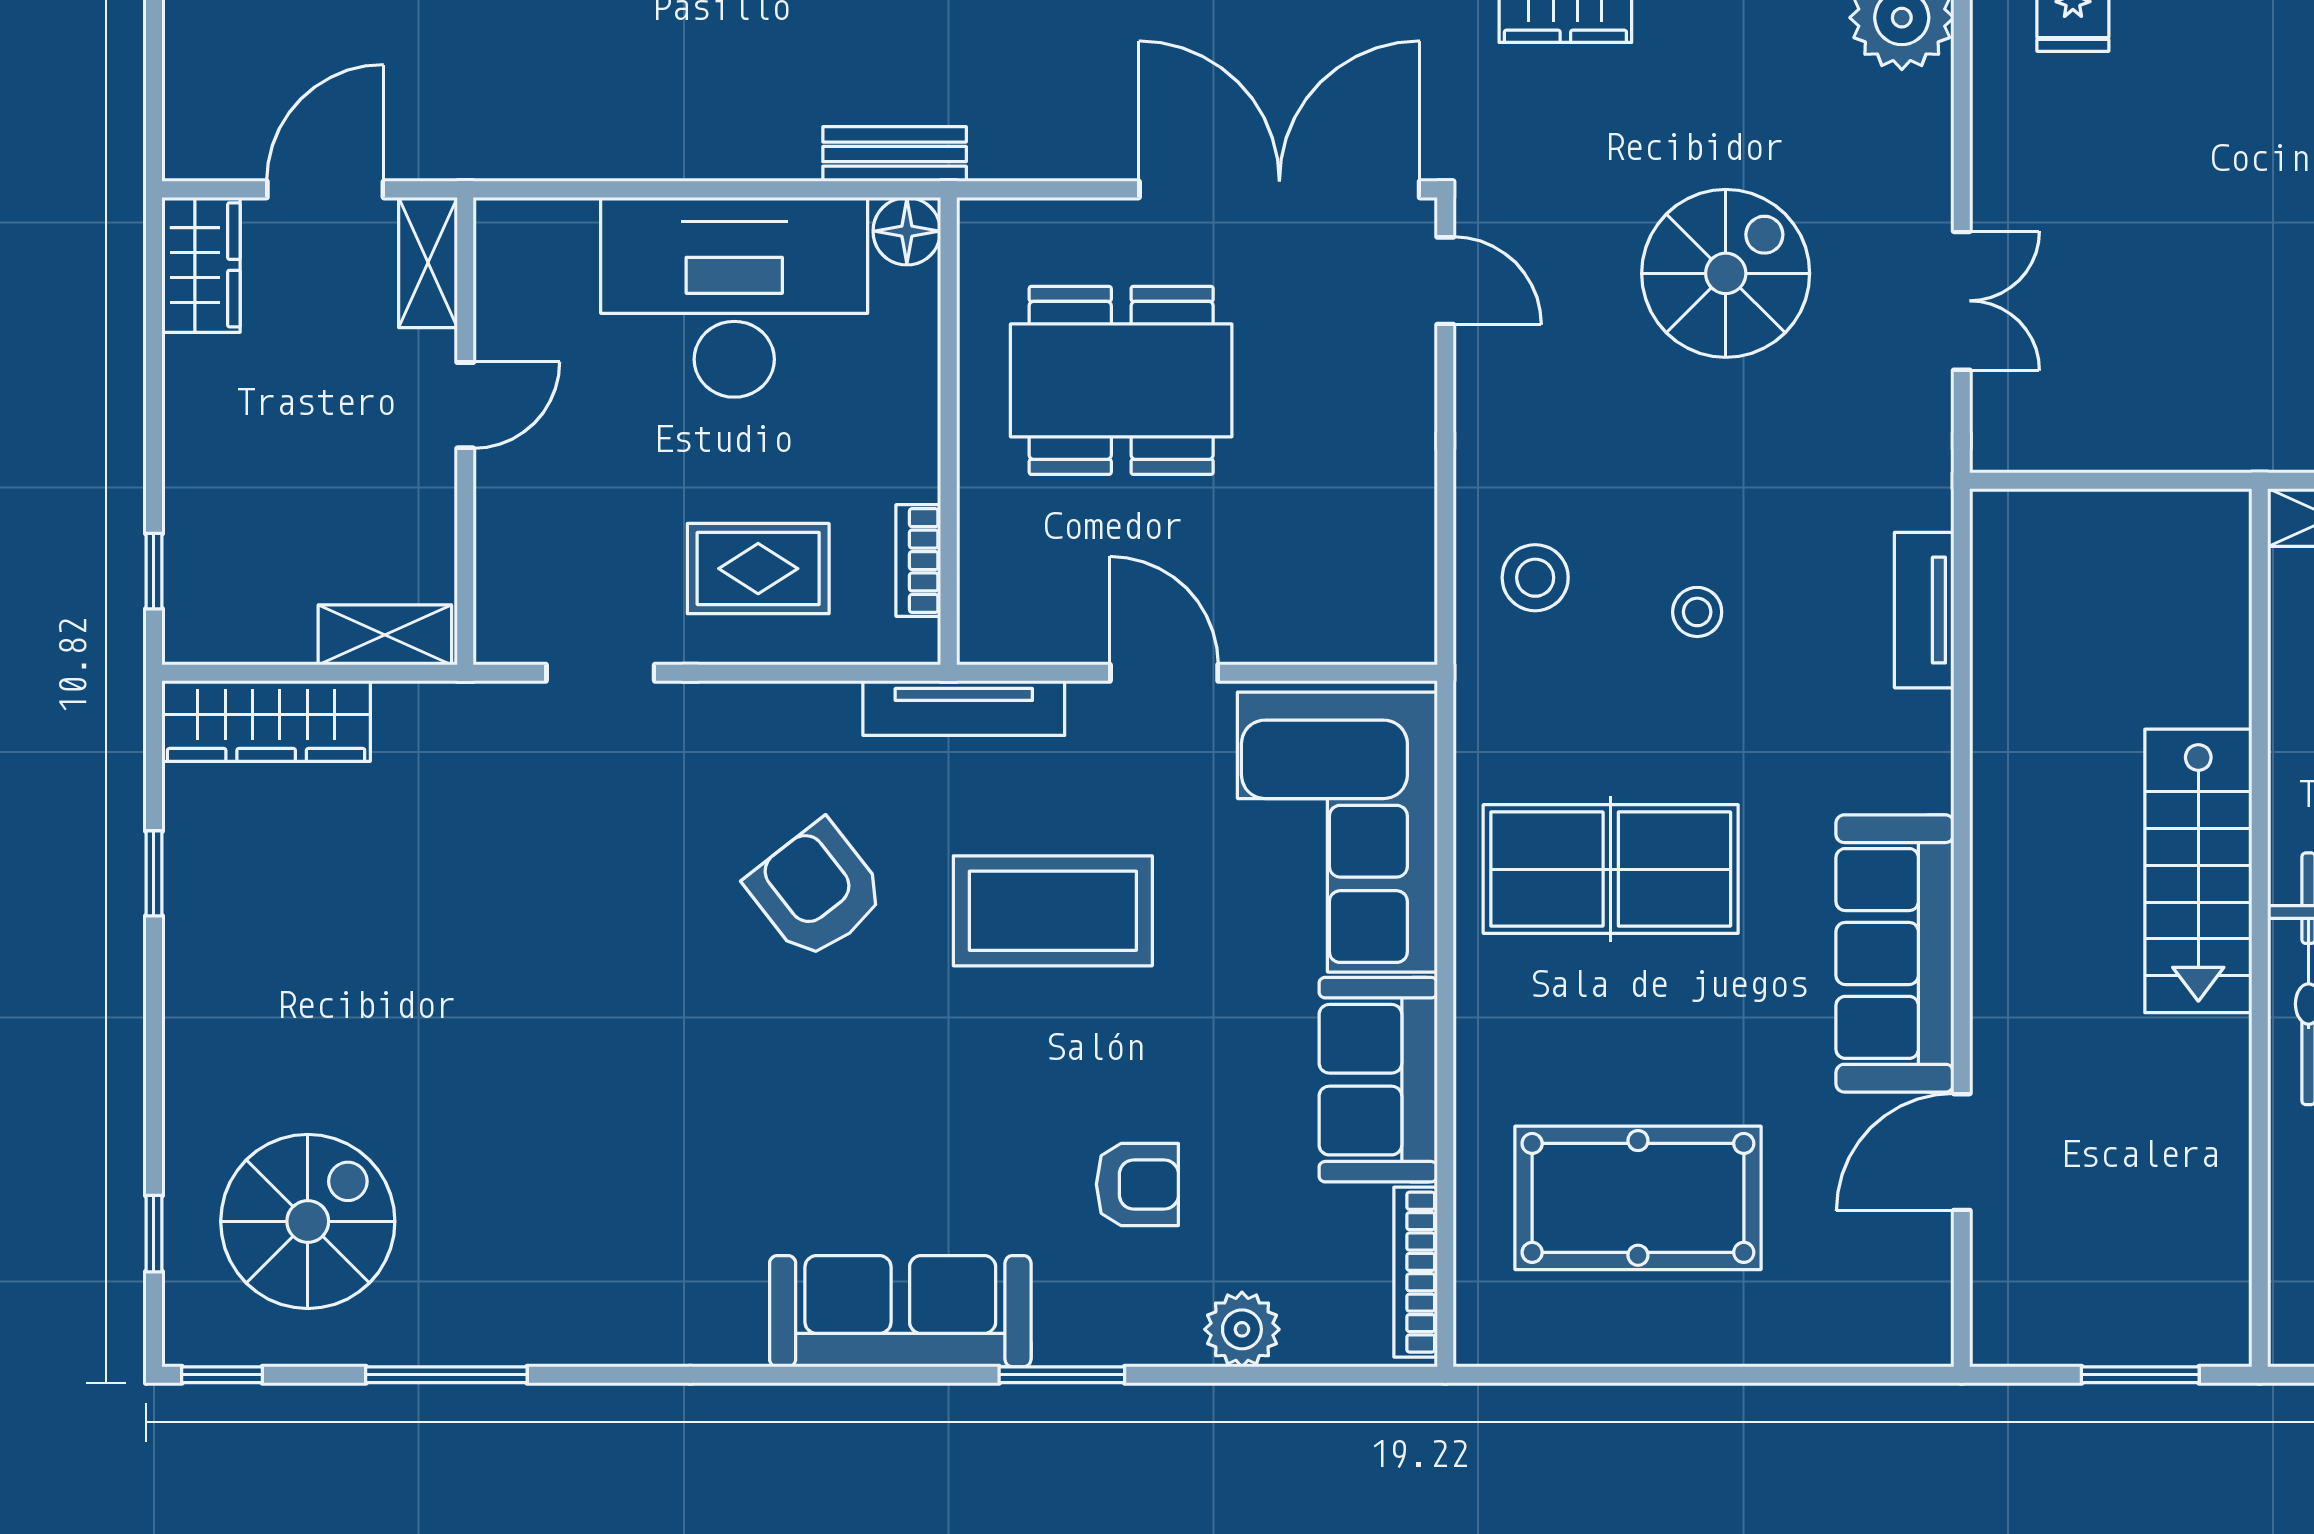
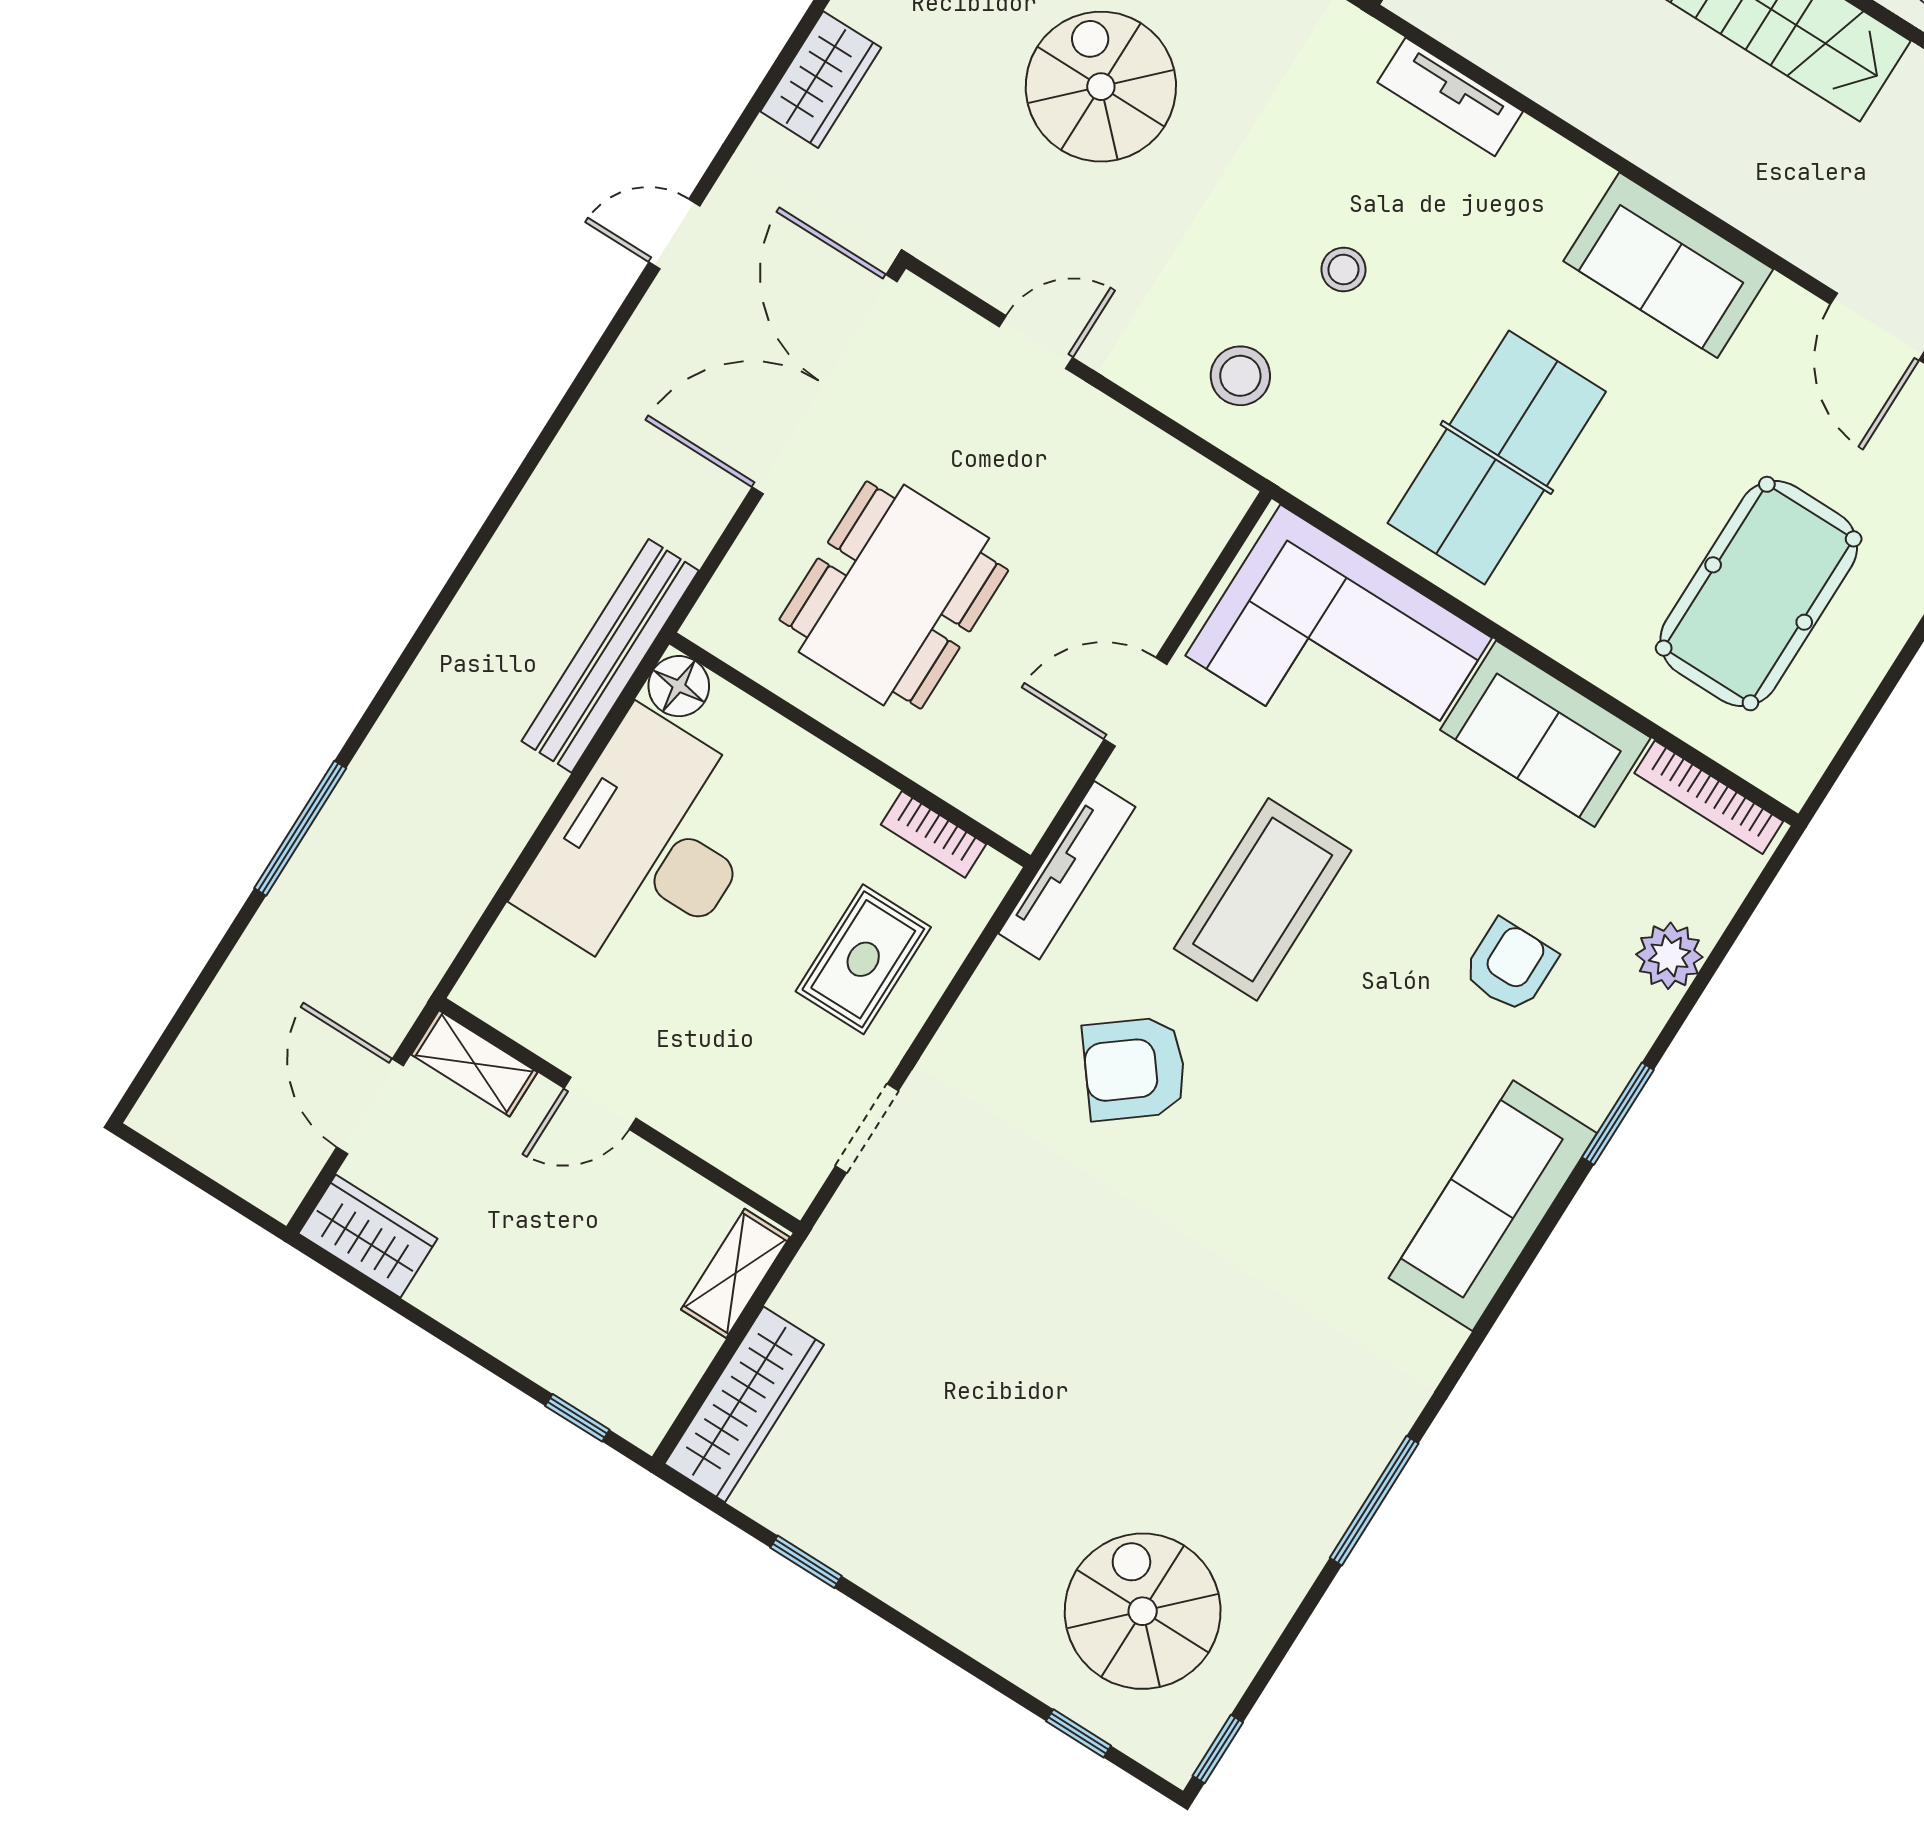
bench: (895, 154) -> (610, 656), width x1.86, depth x1.21
door: (1445, 281) -> (1036, 342), moved
door: (465, 405) -> (600, 1103), swing flipped
sofa: (1895, 953) -> (1668, 265), width x0.73
window: (446, 1375) -> (1374, 1501), moved

